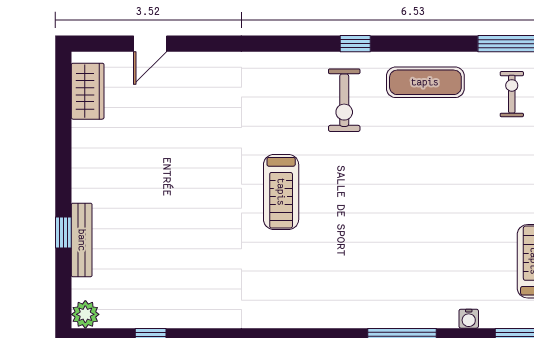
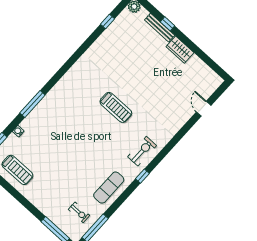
wardrobe: (88, 91) -> (180, 50), moved
exercise bike: (344, 100) -> (142, 151), moved, turned 90
treadmill: (281, 192) -> (116, 107), turned 180

